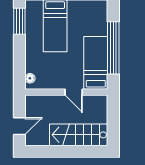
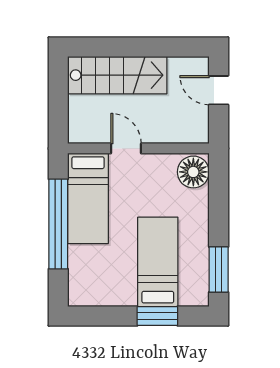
floor lamp: (30, 78) -> (193, 172), width x1.89, depth x1.89
door: (19, 126) -> (219, 90), hinge flipped

